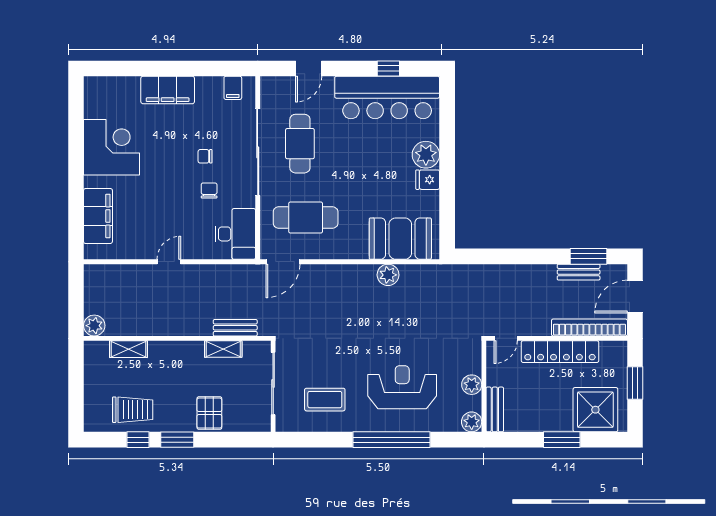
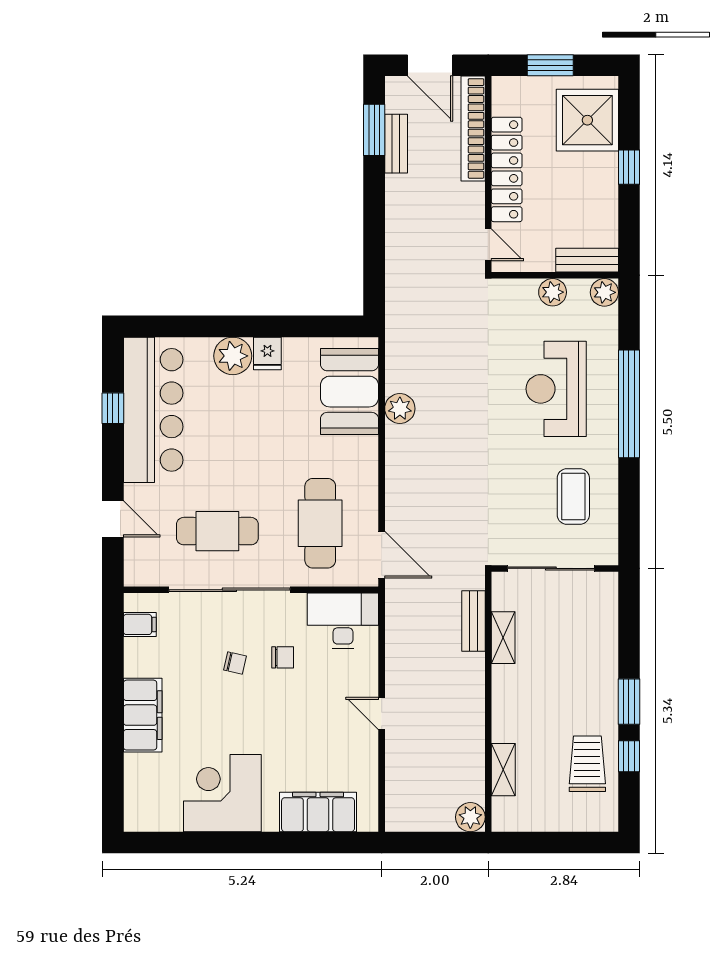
chair: (205, 156) -> (235, 663), turned -77
chair: (209, 191) -> (283, 657), turned 180
pallet: (209, 413) -> (592, 657), removed
window: (562, 440) -> (629, 167), width x0.67

